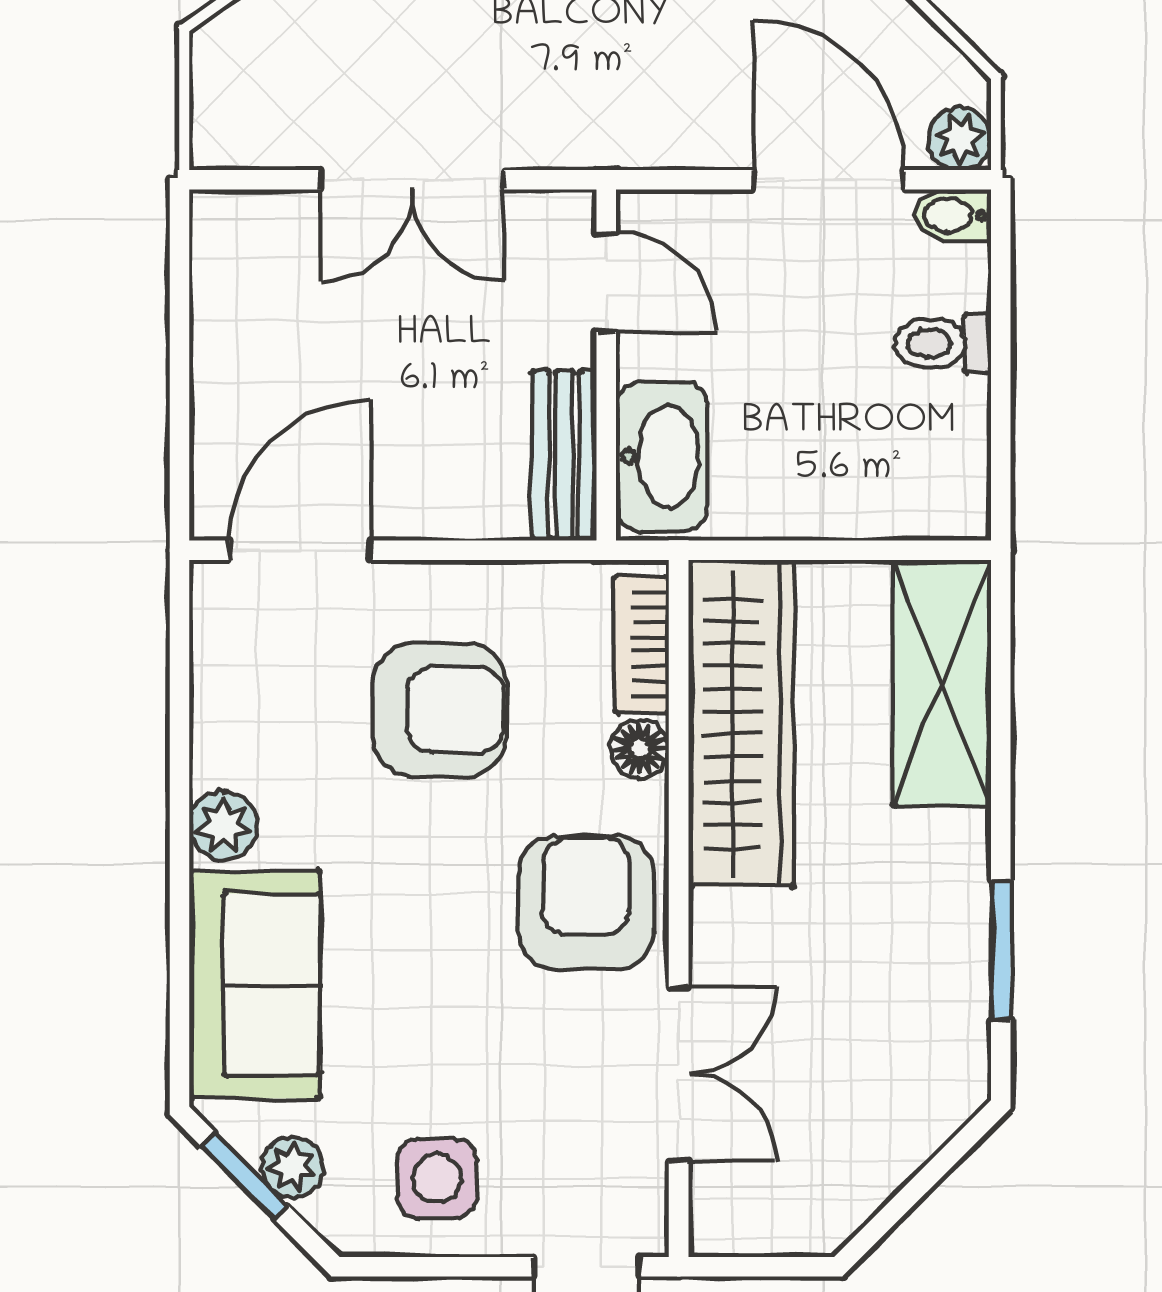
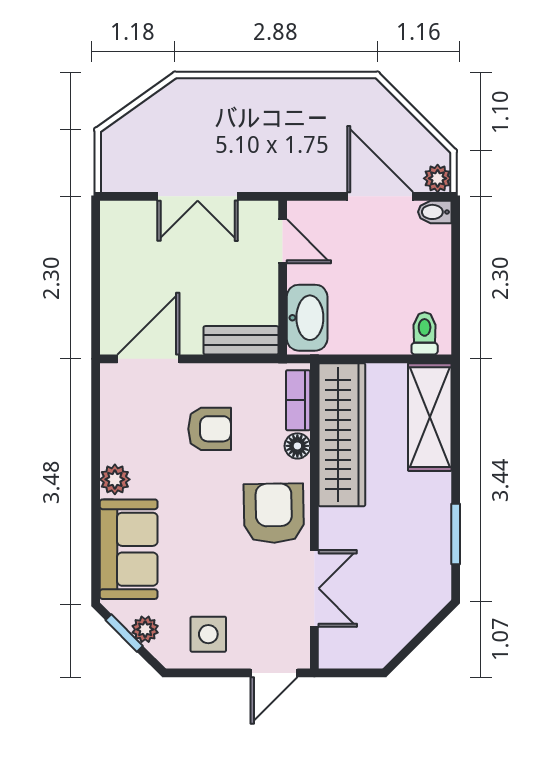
toilet: (943, 343) -> (425, 333), moved, turned 90
bench: (564, 455) -> (241, 340), moved, turned 90
armchair: (439, 710) -> (210, 429), width x0.72, depth x0.72

